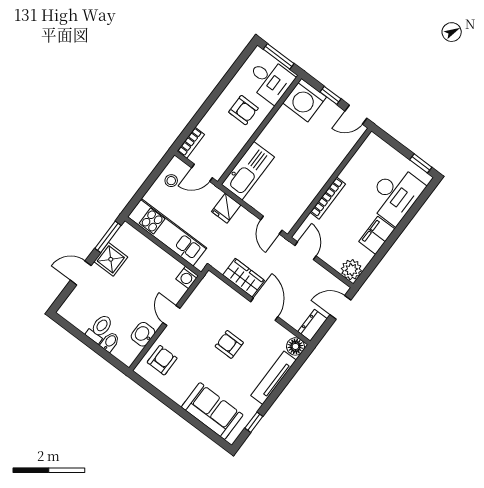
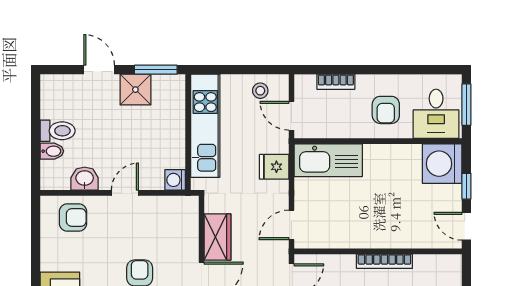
bookcase: (191, 143) -> (336, 82), moved
bookcase: (328, 198) -> (384, 261), moved

